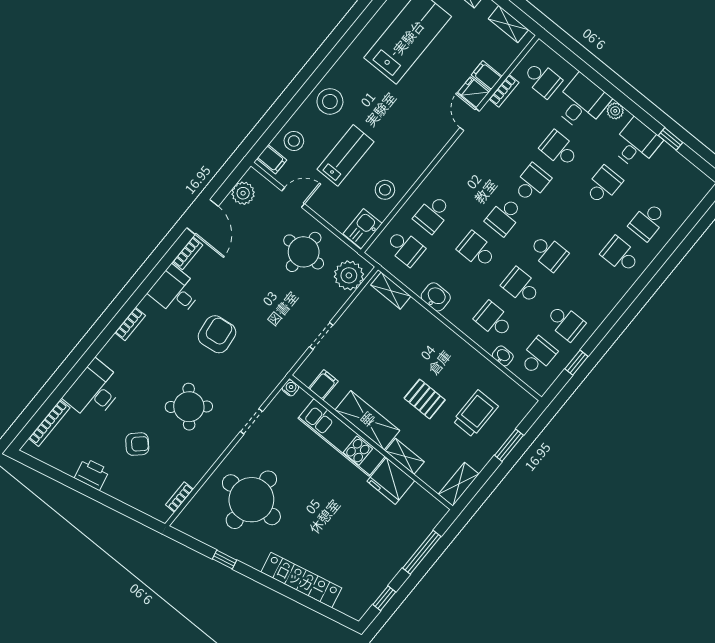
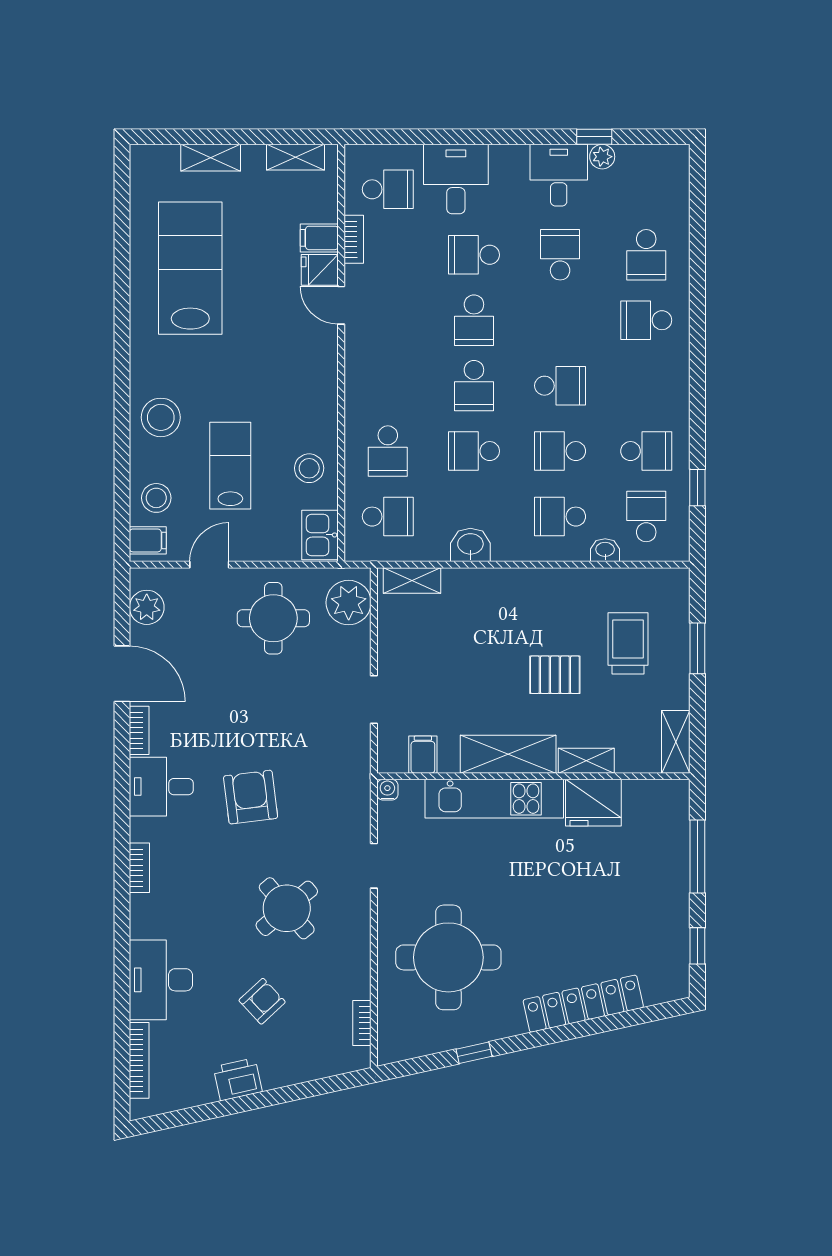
plant: (615, 111) -> (602, 157), moved
school desk: (532, 183) -> (474, 320), turned 180

